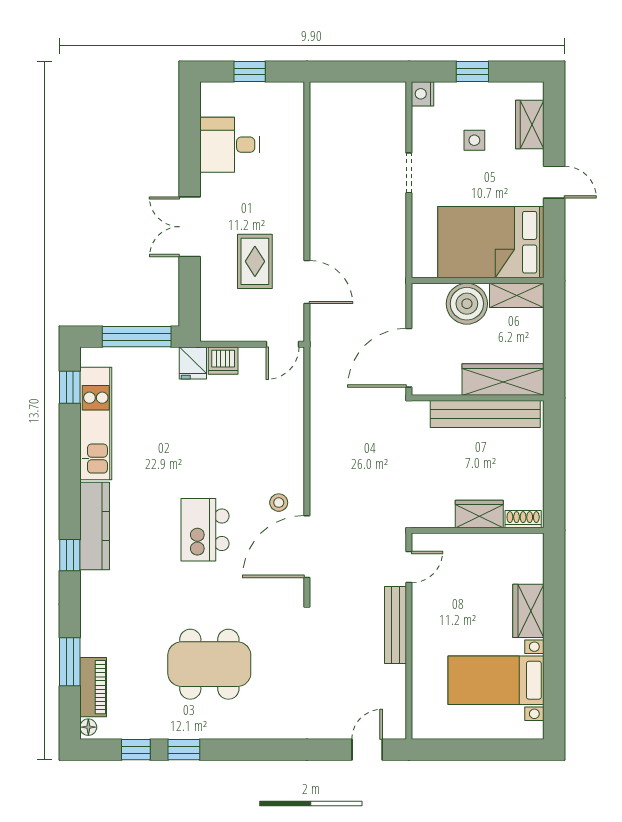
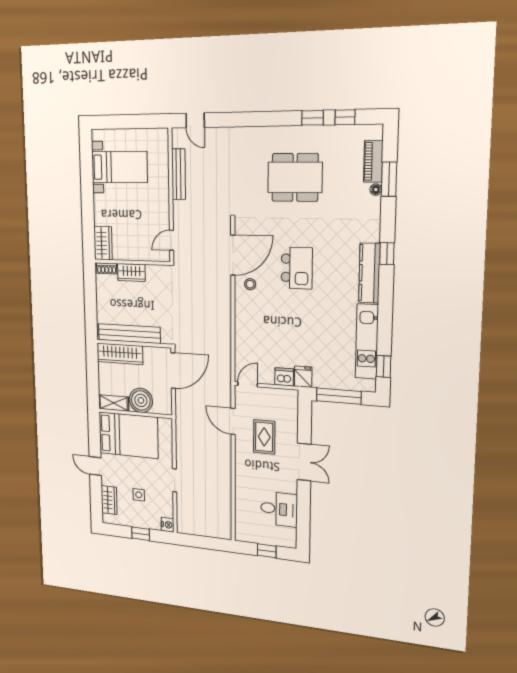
wardrobe: (528, 611) -> (103, 243), moved
bench: (395, 625) -> (179, 174), moved
floor lamp: (88, 727) -> (376, 190), moved
door: (367, 750) -> (195, 120), hinge flipped

